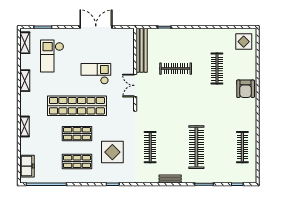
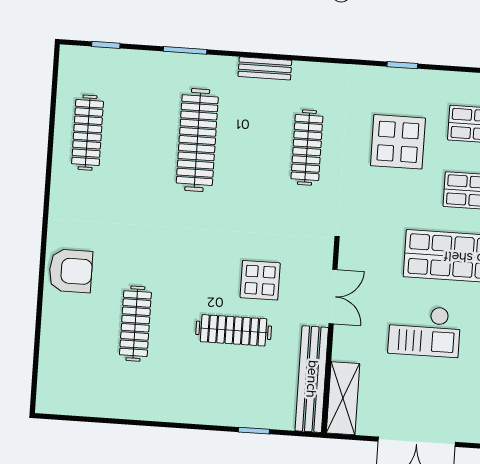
display table: (244, 42) -> (260, 280), moved
shelving: (128, 43) -> (343, 398), added
armchair: (246, 89) -> (71, 271), turned 90

